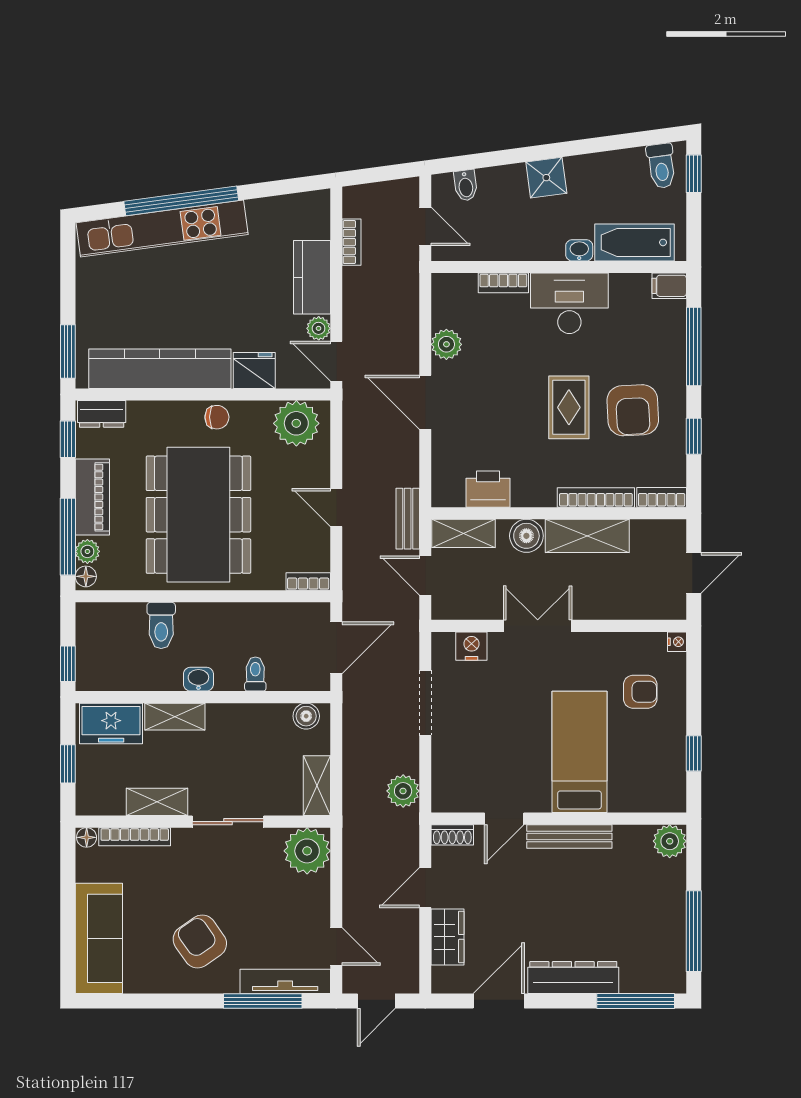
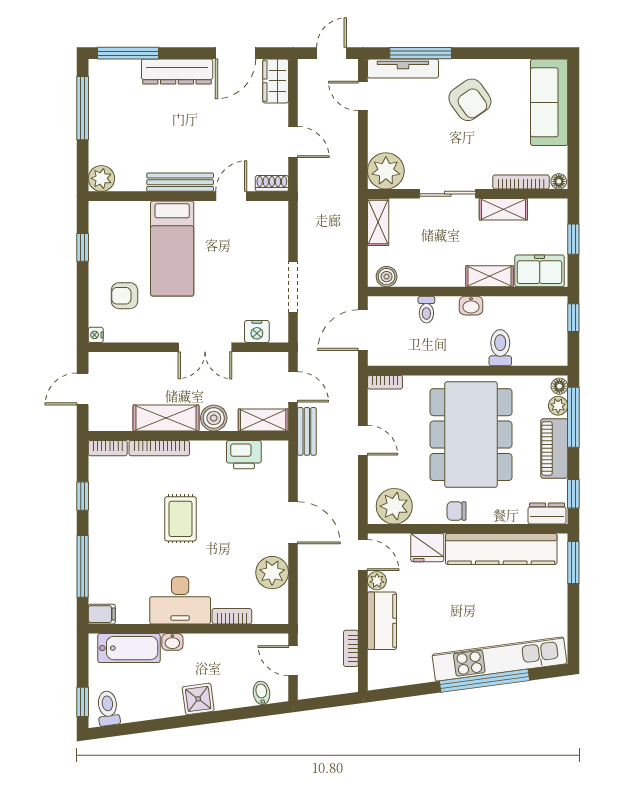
plant: (446, 344) -> (272, 573), width x1.36, depth x1.36
armchair: (633, 410) -> (130, 517), removed
plant: (403, 791) -> (311, 218), removed
door: (425, 888) -> (293, 142), hinge flipped
wardrobe: (448, 937) -> (276, 81), moved

